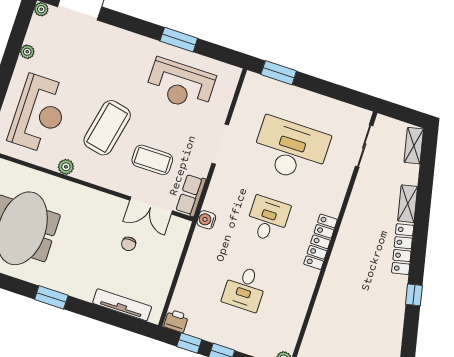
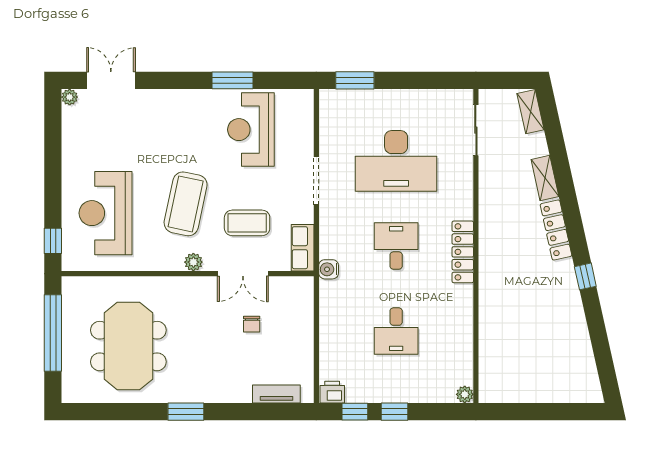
plant: (27, 52) -> (70, 149), removed
reception desk: (181, 85) -> (251, 130), turned 90
reception desk: (39, 114) -> (106, 213), turned 180
desk: (291, 150) -> (396, 161), turned 180
plant: (66, 167) -> (193, 262), moved
double door: (151, 205) -> (243, 274), moved
tv unit: (122, 305) -> (276, 394), width x0.71

